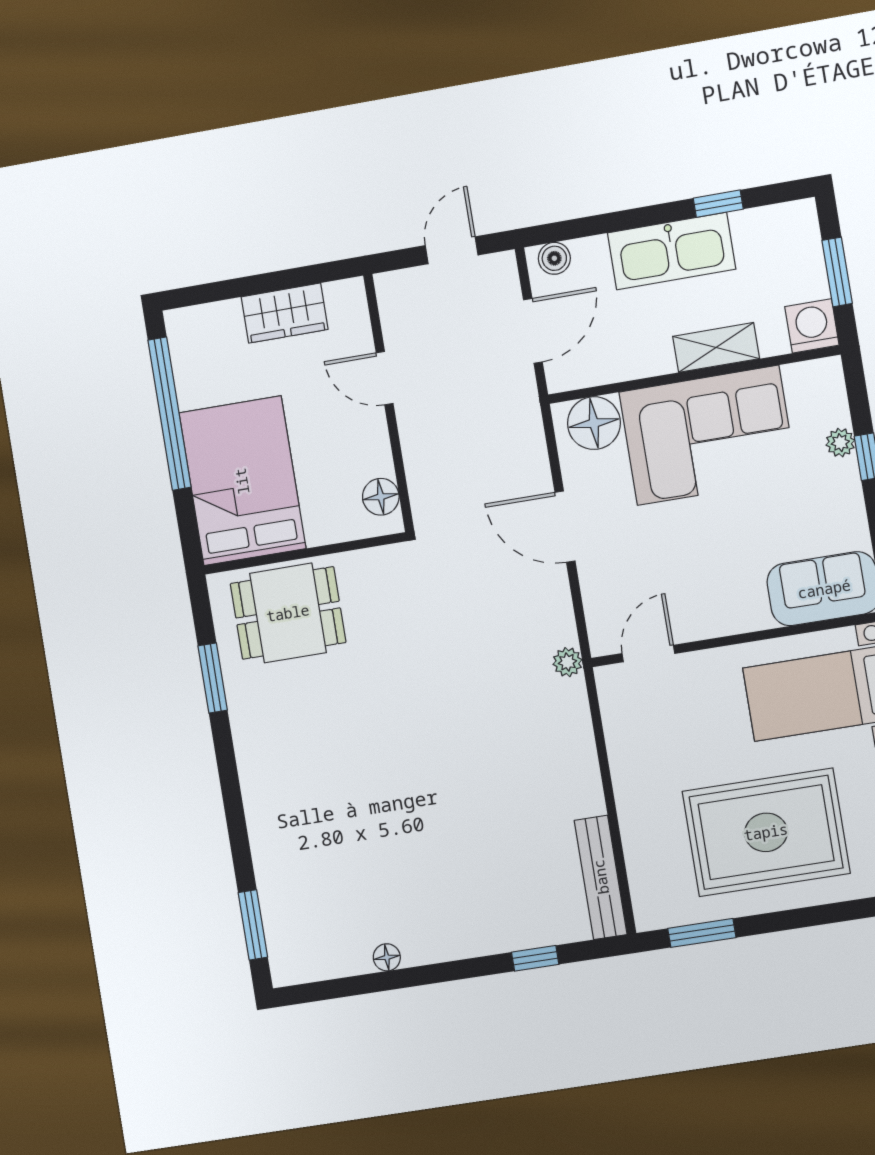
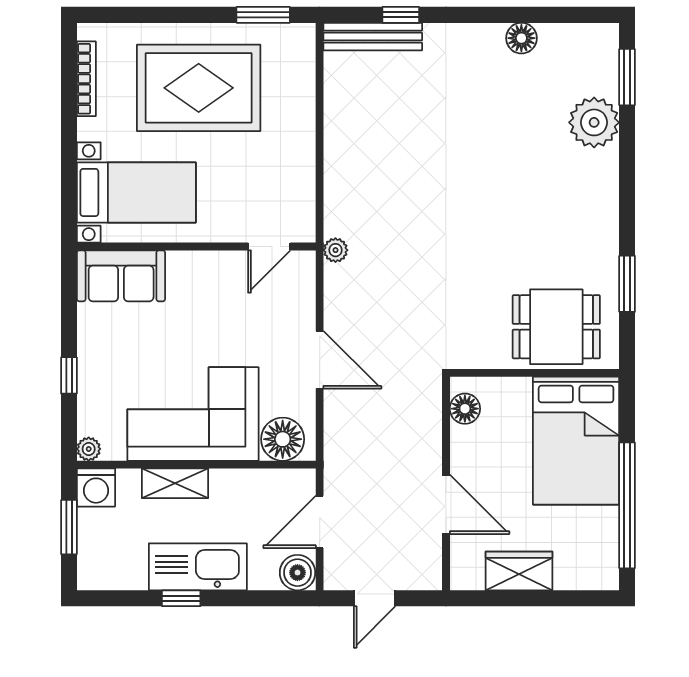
window: (718, 204) -> (181, 598), moved
boiler: (554, 258) -> (297, 573), width x1.36, depth x1.36
door: (385, 378) -> (446, 504), width x1.38
plant: (840, 443) -> (89, 449), moved
plant: (283, 865) -> (594, 122), added
bench: (601, 877) -> (373, 37), moved, turned 90
floor lamp: (387, 957) -> (521, 38), width x1.37, depth x1.37

